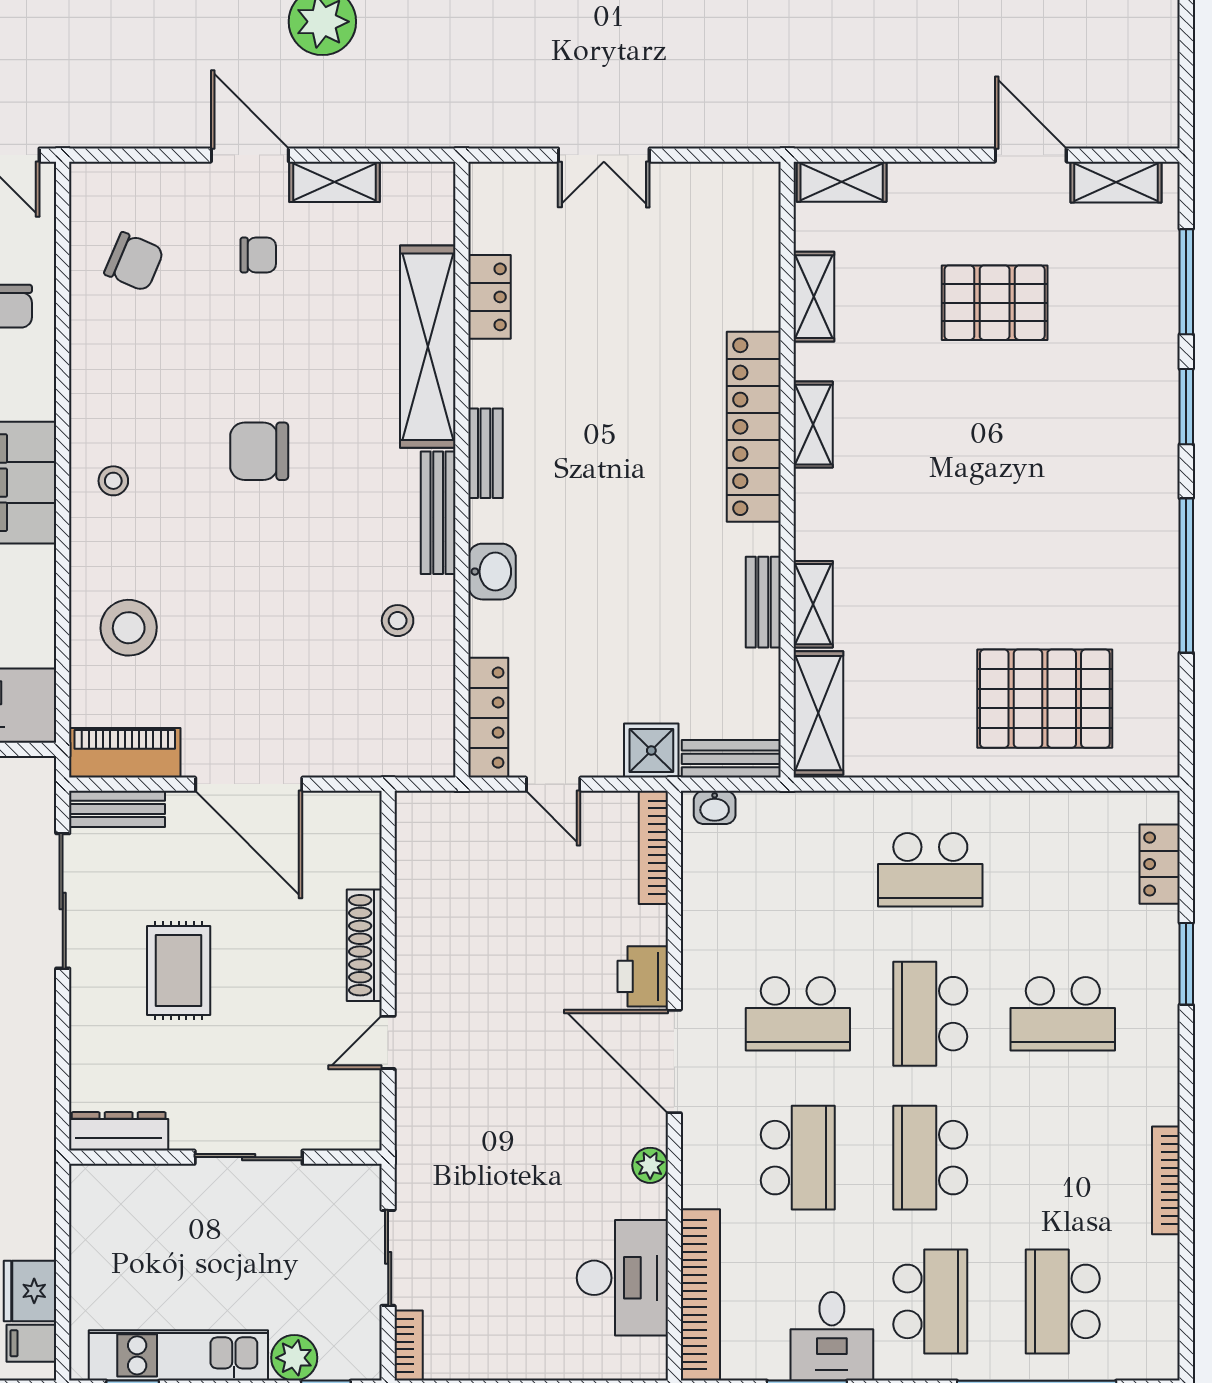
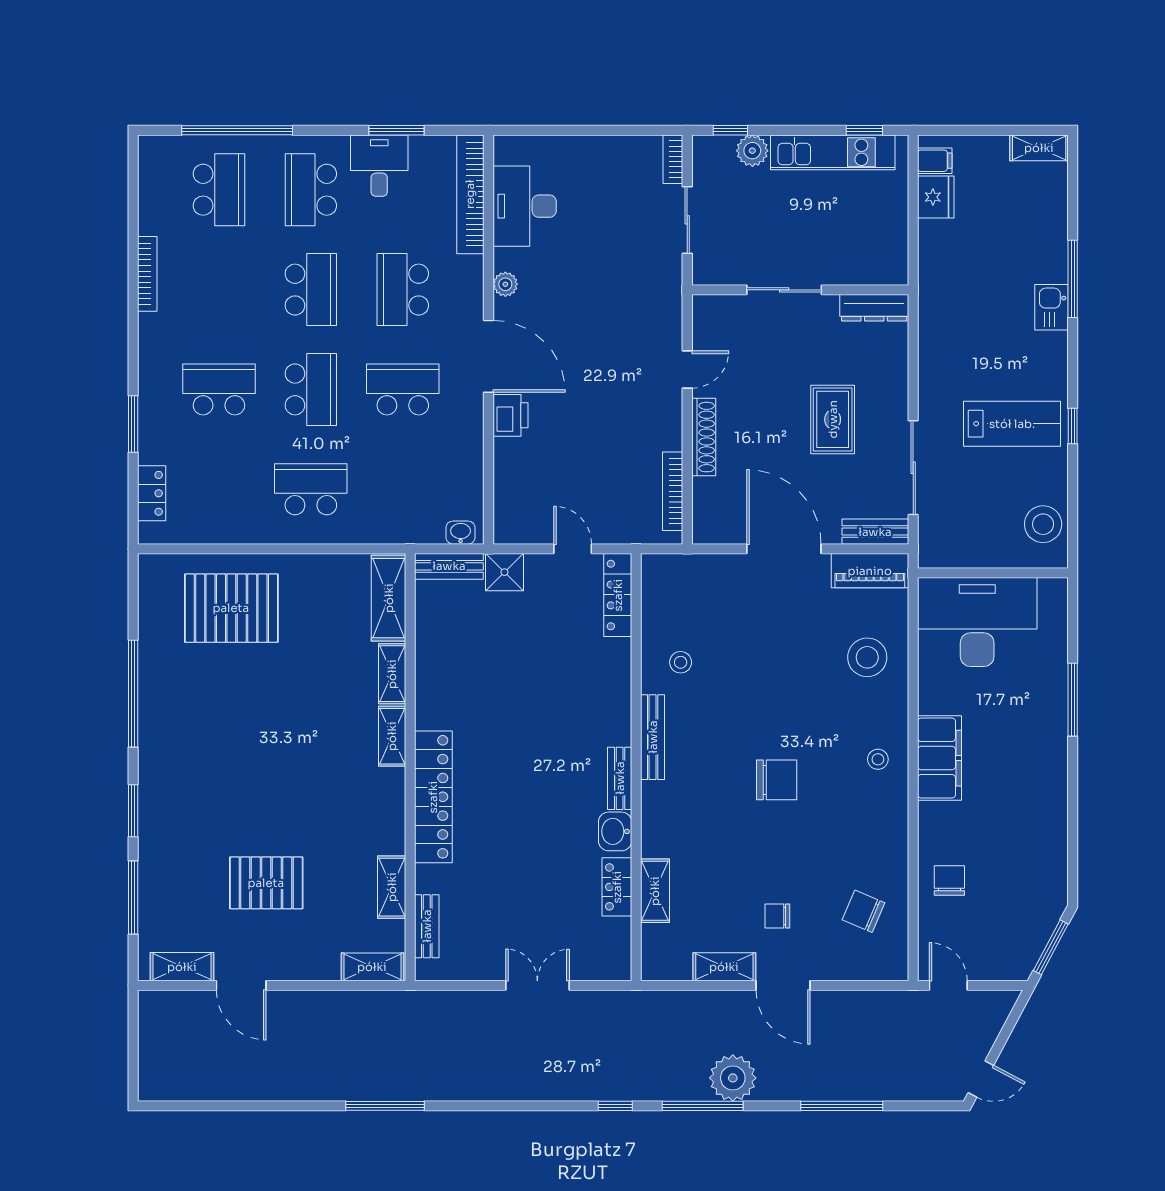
shelving: (428, 347) -> (655, 891), width x0.45, depth x0.75
shelving: (813, 425) -> (392, 736), moved
washbasin: (492, 572) -> (615, 831), moved
bench: (763, 602) -> (427, 926), moved
bookcase: (653, 847) -> (673, 491), moved, turned 180

